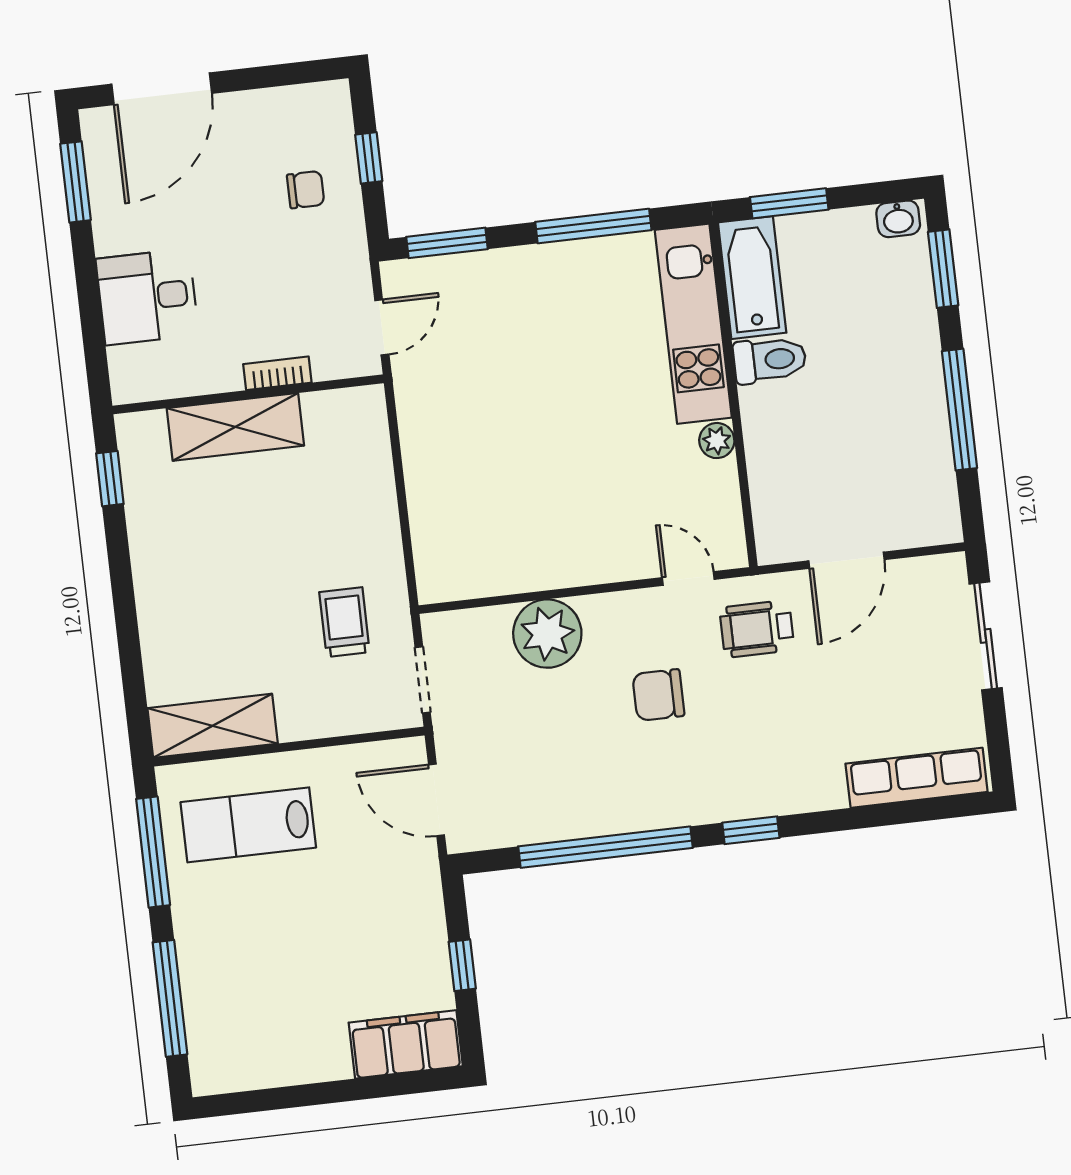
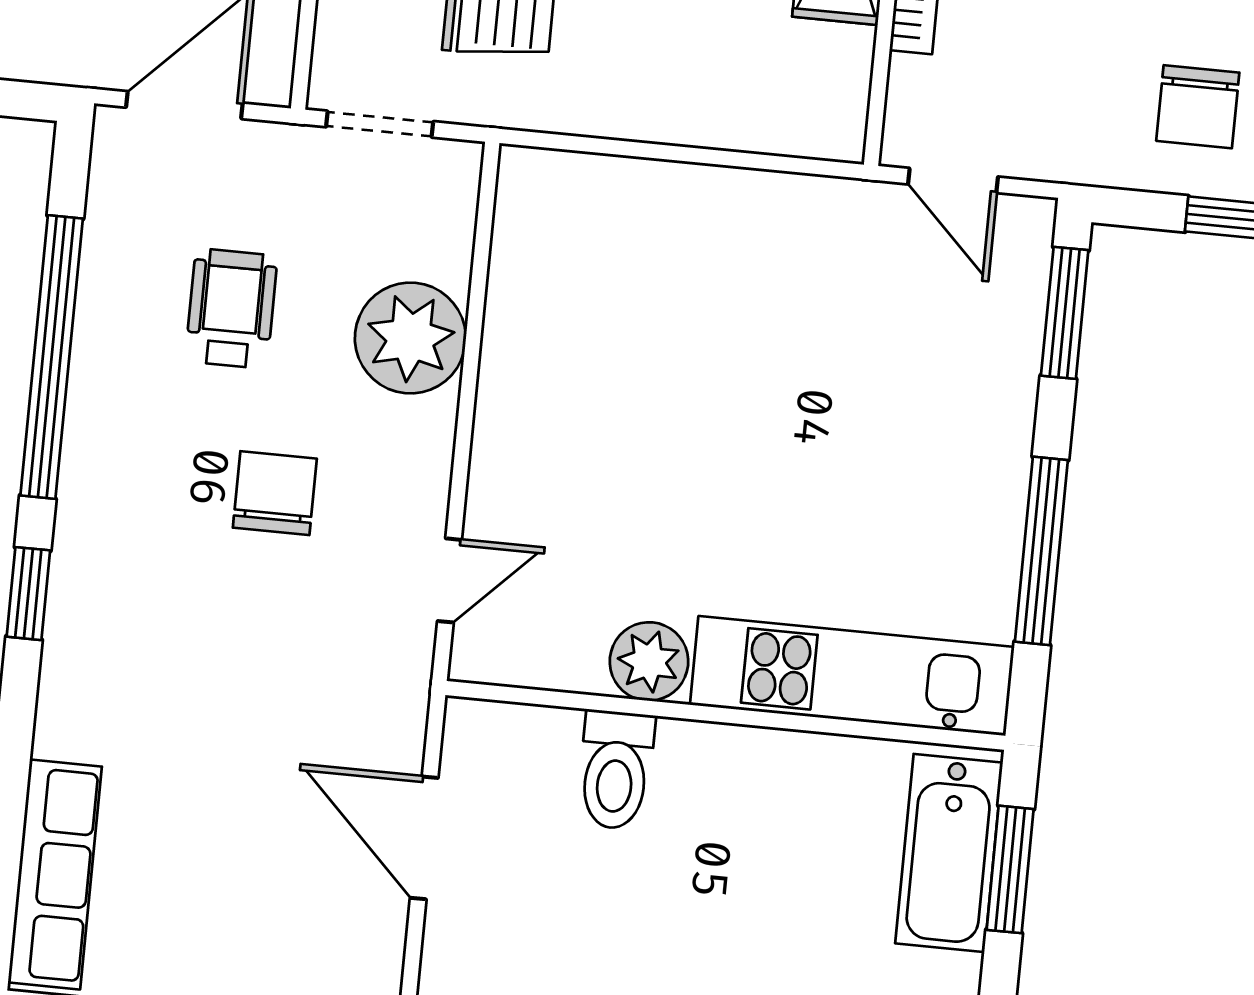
chair: (306, 190) -> (1198, 107), width x1.37, depth x1.37
bathtub: (752, 278) -> (949, 853), moved, turned 90
toilet: (770, 360) -> (616, 770), moved
plant: (717, 441) -> (649, 661), width x1.38, depth x1.38
wheelchair: (757, 629) -> (231, 308), moved

